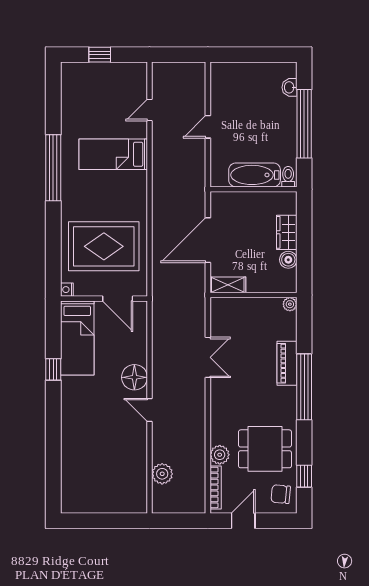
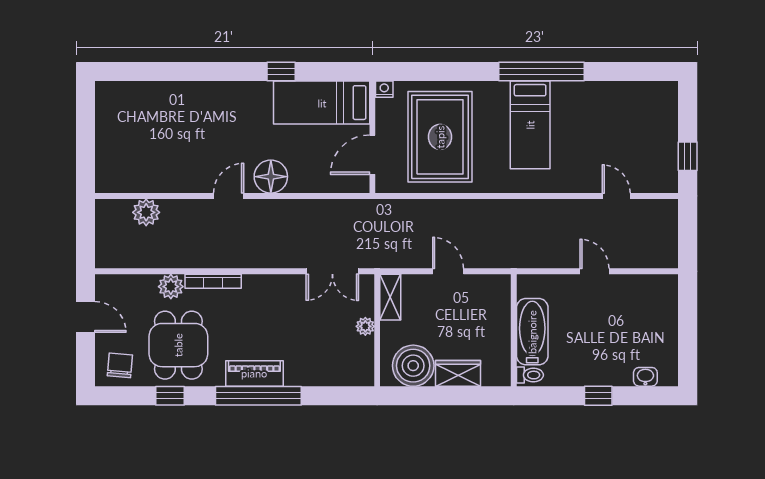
window: (100, 55) -> (688, 156), moved
window: (304, 124) -> (598, 396), width x0.32
bed: (113, 154) -> (530, 125), moved, turned 180
door: (208, 240) -> (448, 271), width x0.53
boiler: (288, 260) -> (413, 366), width x1.86, depth x1.86
plant: (290, 304) -> (365, 326), moved
double door: (208, 357) -> (332, 271), moved
piano: (287, 363) -> (254, 373), moved
window: (304, 476) -> (170, 396), moved
bookcase: (216, 487) -> (213, 281), moved

